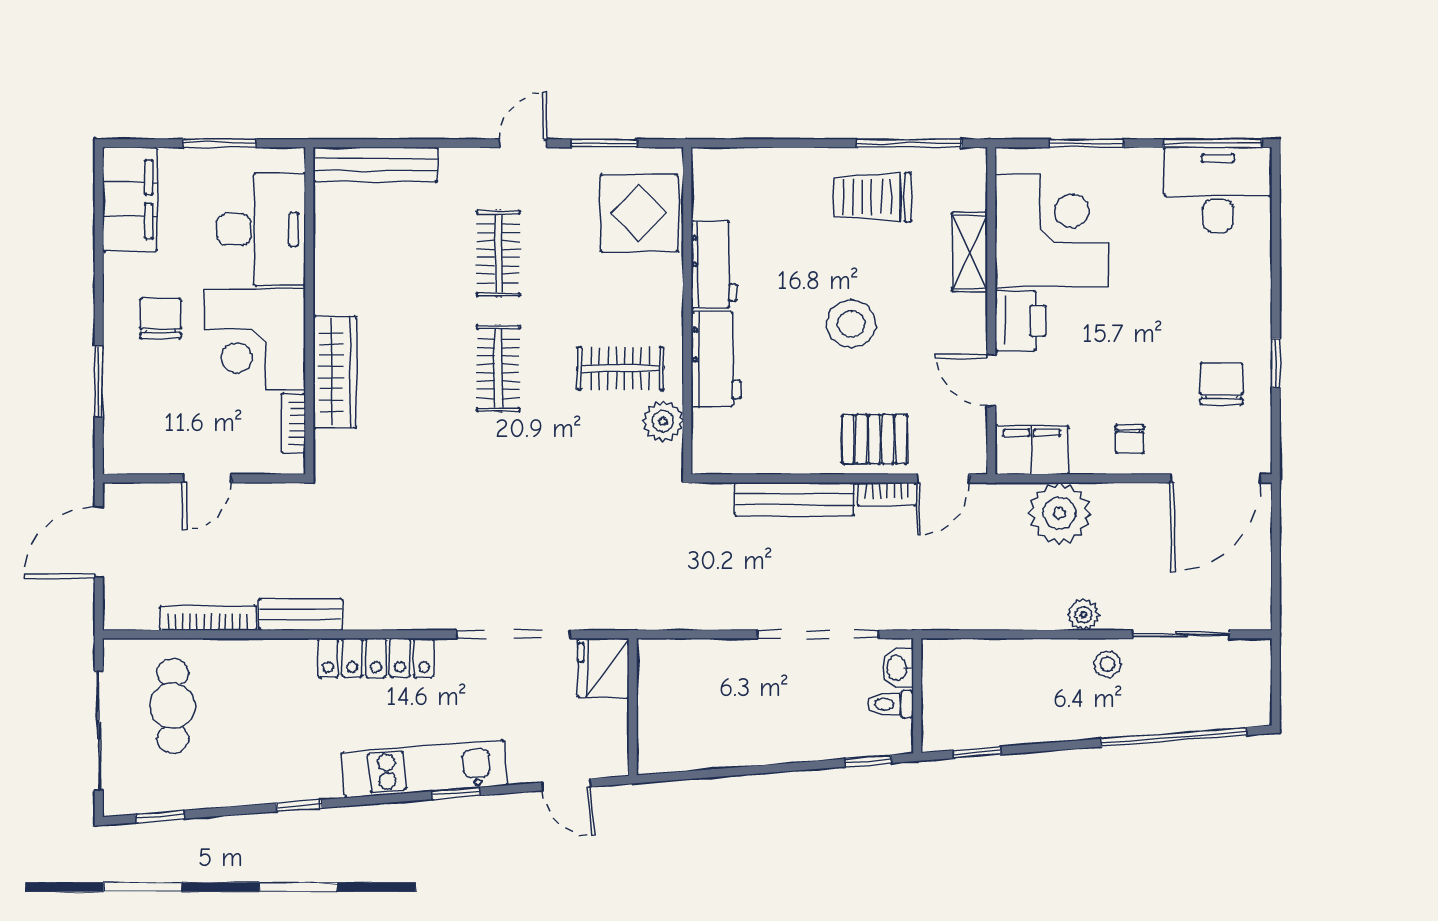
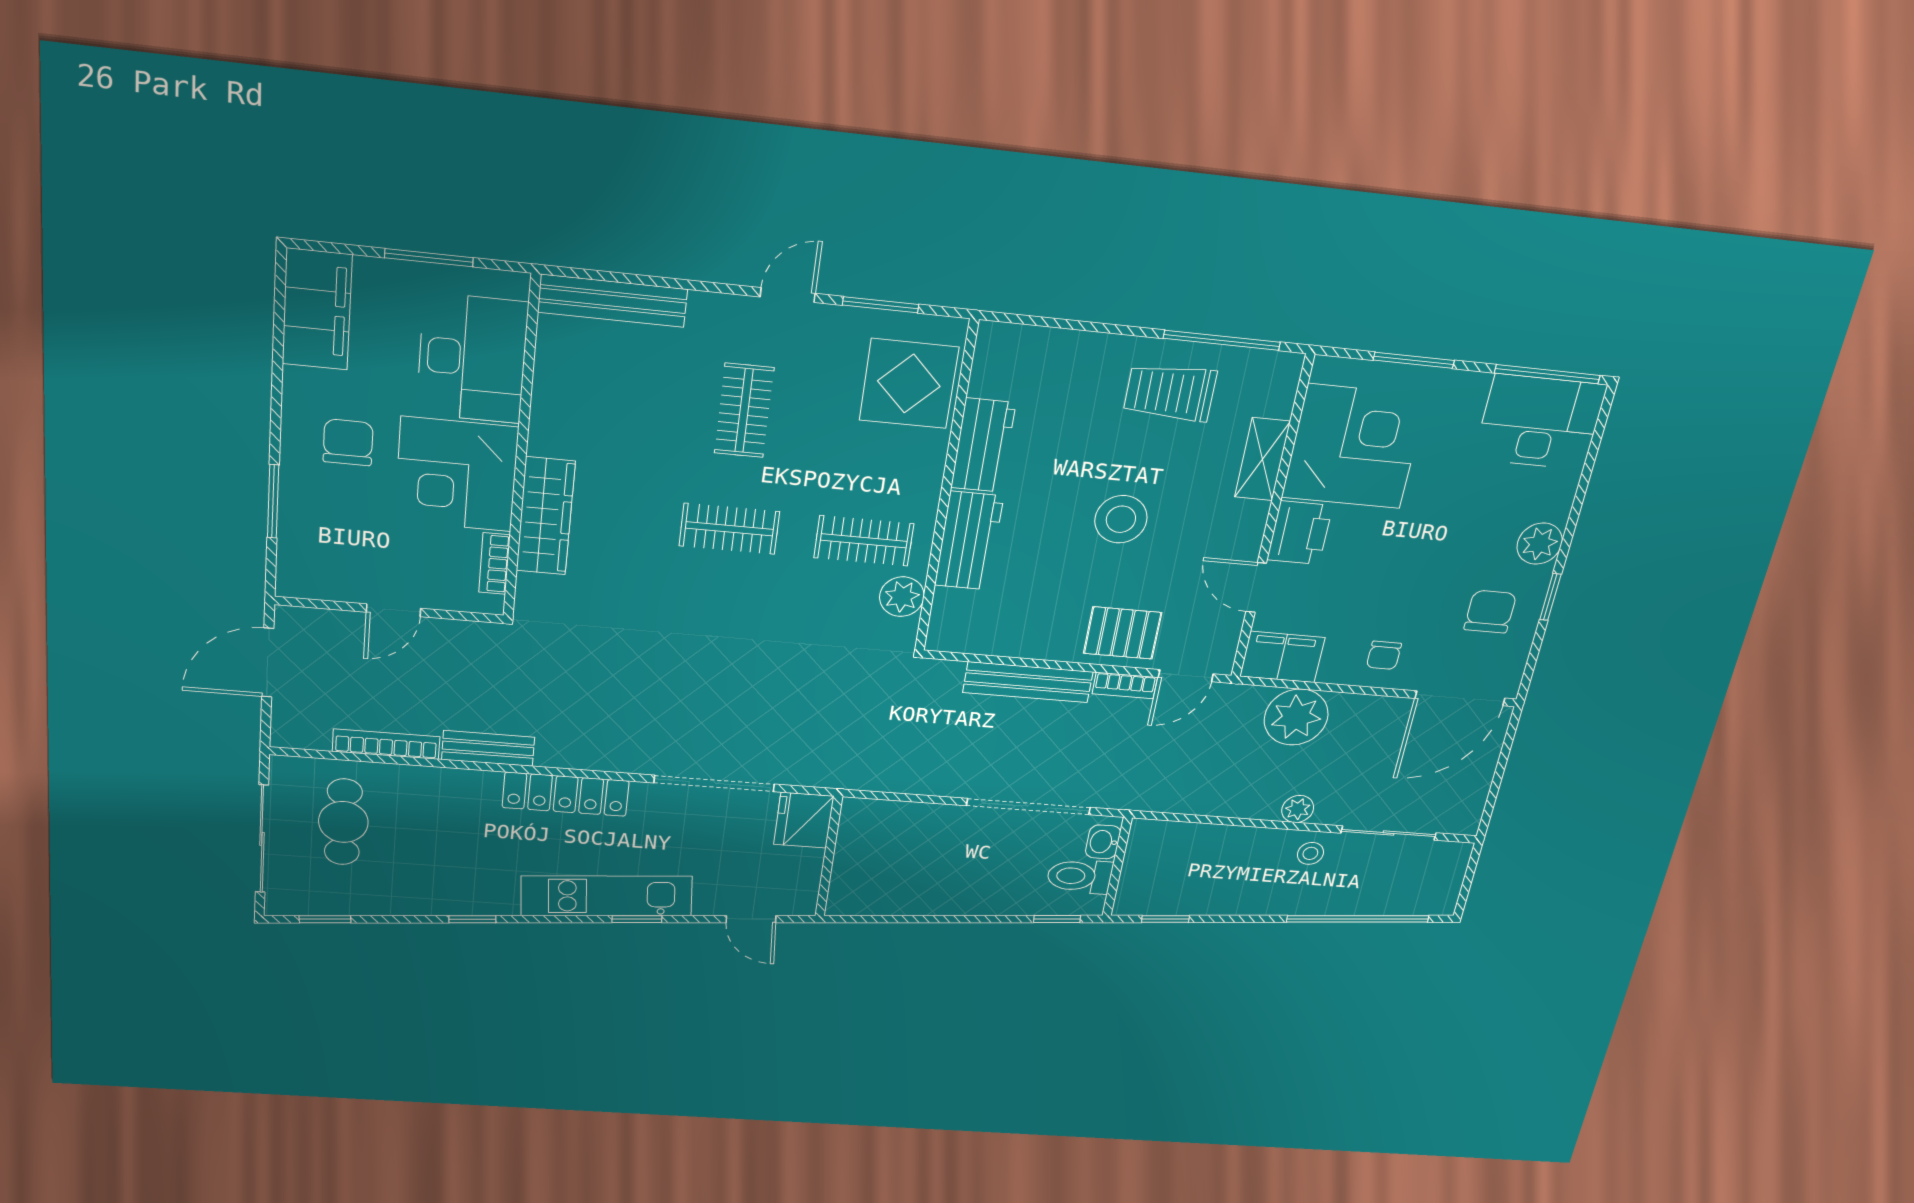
plant: (1250, 309) -> (1540, 544), added
clothes rail: (498, 368) -> (729, 529), turned 90
toilet: (891, 704) -> (1080, 876), width x1.37, depth x1.39

